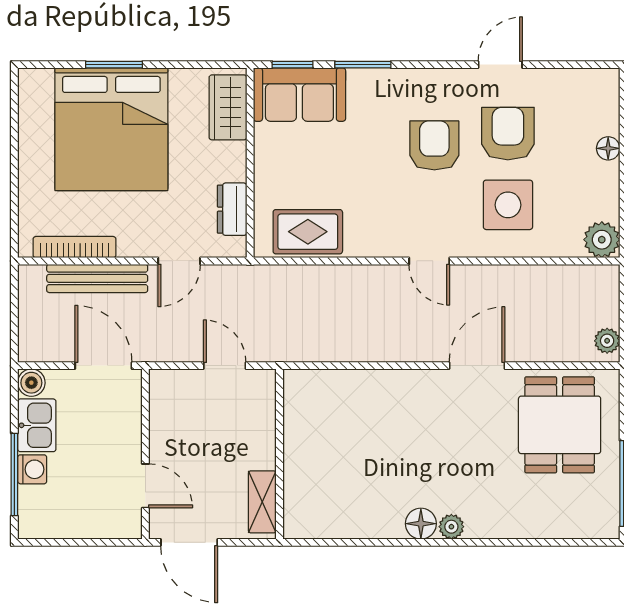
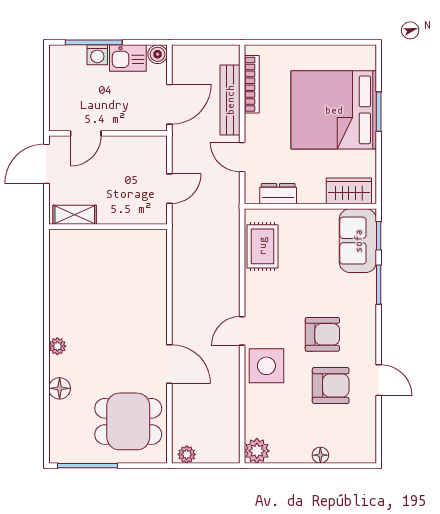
side table: (508, 205) -> (266, 366), moved
floor lamp: (421, 524) -> (60, 388), moved

